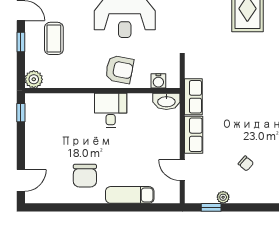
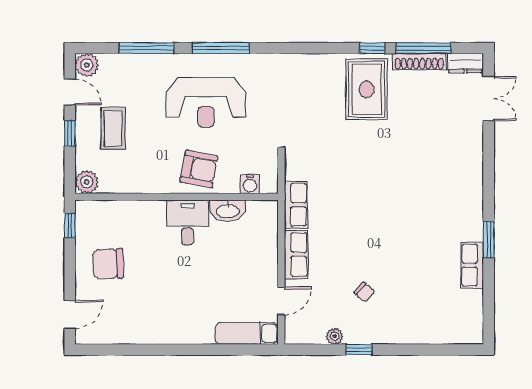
washbasin: (166, 101) -> (228, 211), moved
door: (182, 170) -> (281, 301), swing flipped
chair: (85, 176) -> (108, 264), moved, turned 88
exam couch: (130, 195) -> (247, 333), moved
window: (211, 207) -> (359, 350), moved

